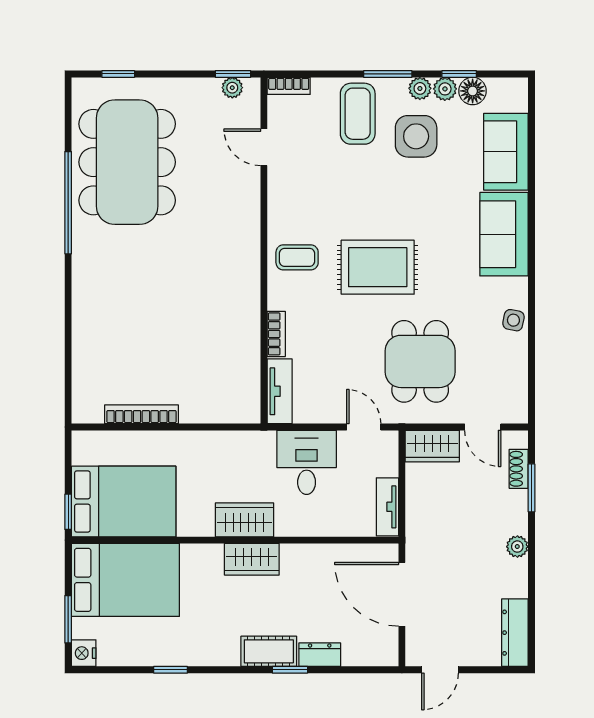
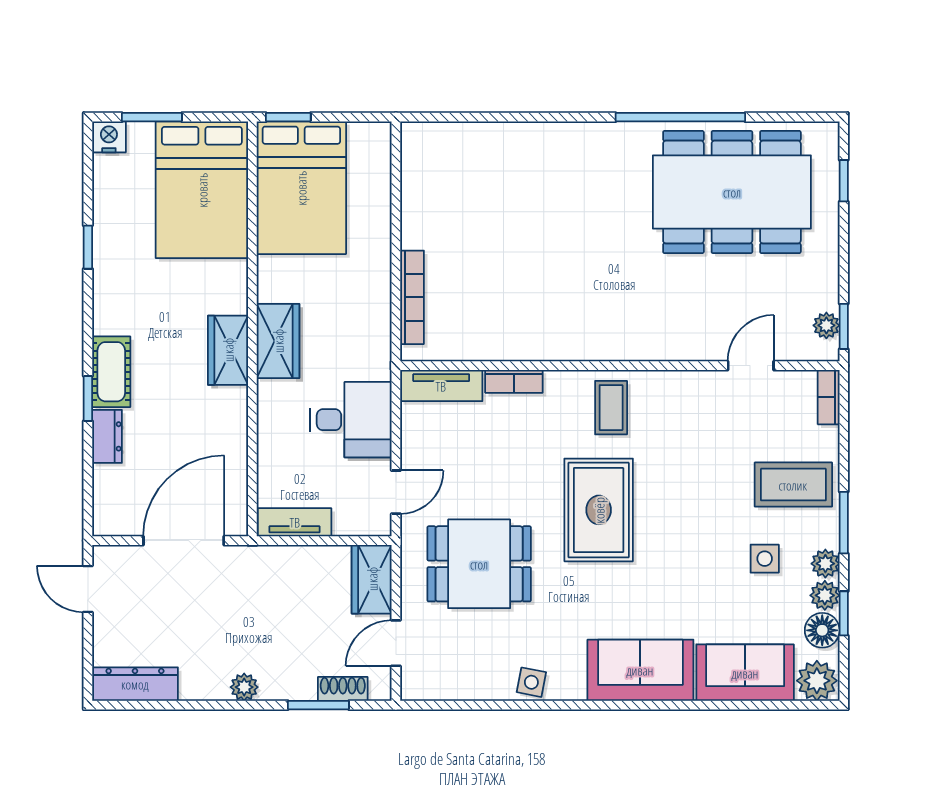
plant: (512, 95) -> (817, 681), added
side table: (416, 136) -> (765, 559), width x0.54, depth x0.54
bookcase: (141, 414) -> (412, 297), moved

